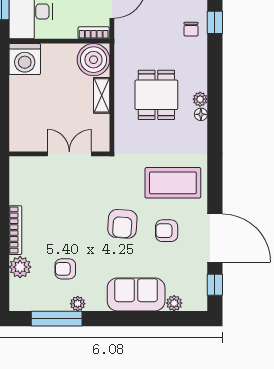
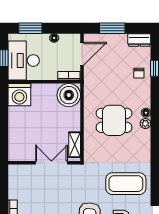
shelving: (102, 95) -> (75, 145), moved
dining table: (156, 95) -> (114, 120), turned 90
floor lamp: (201, 114) -> (146, 113), moved

